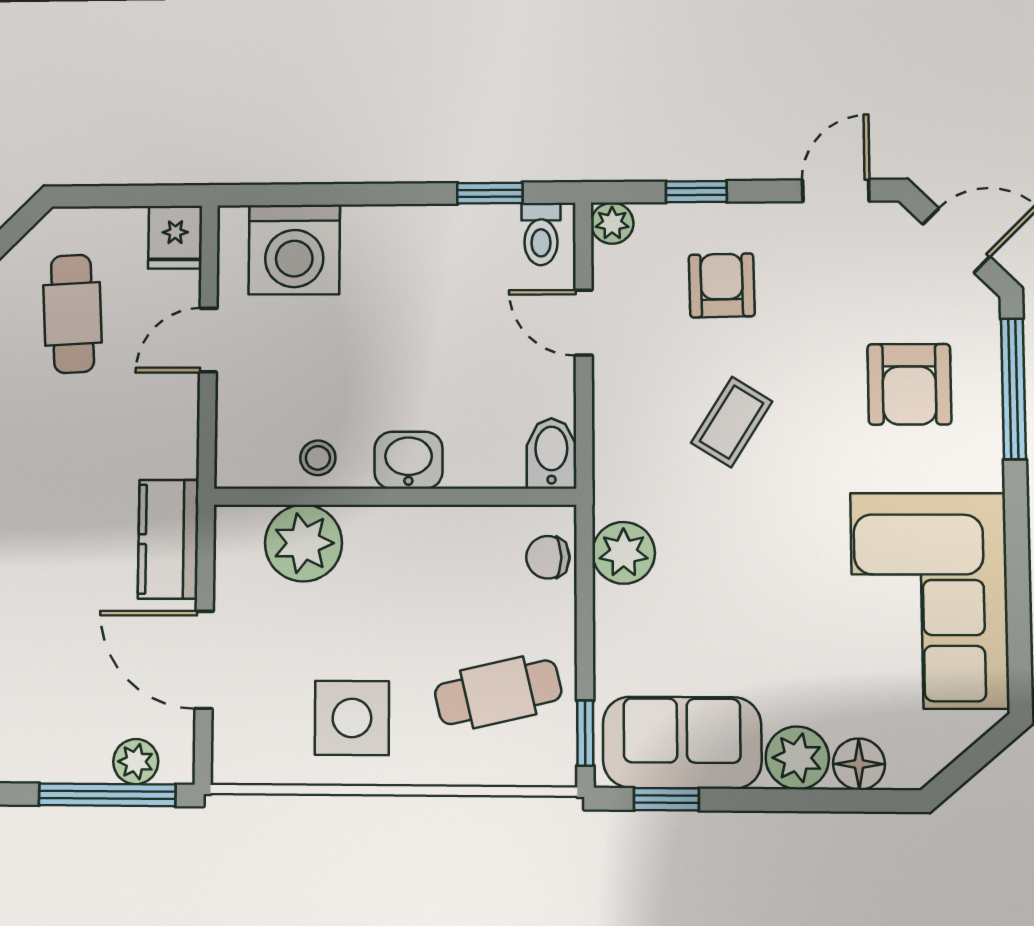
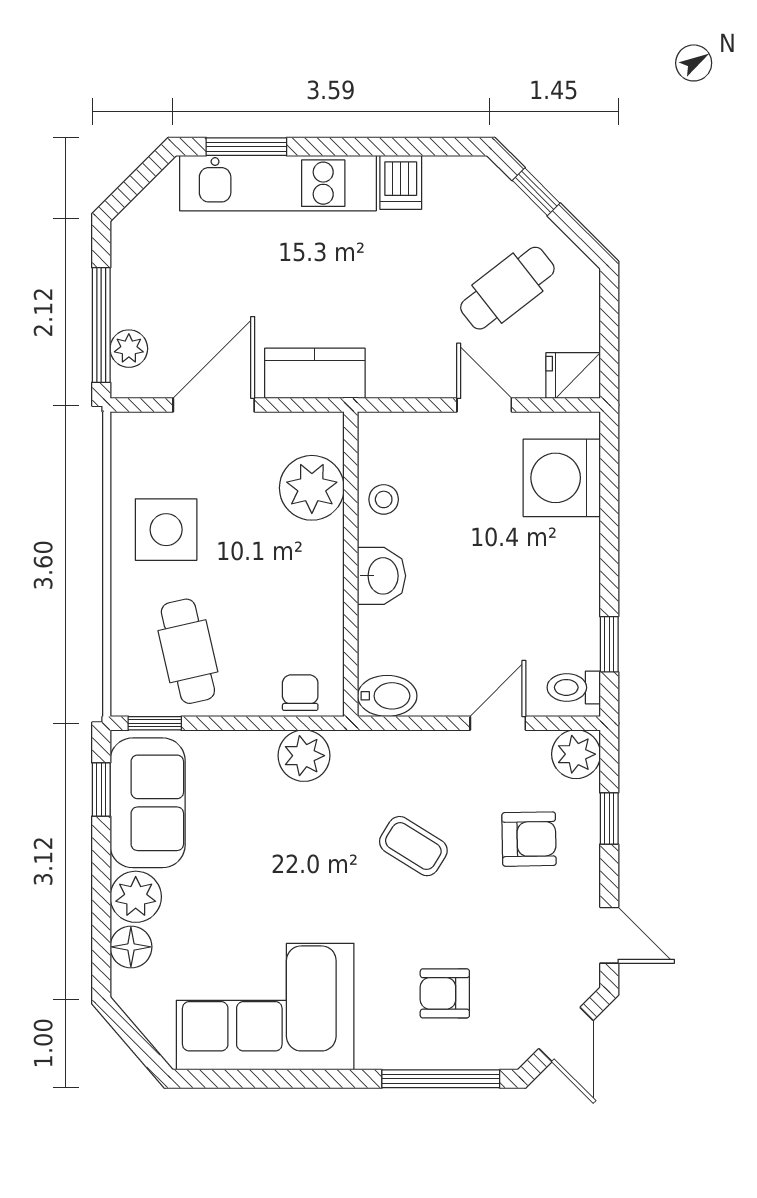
plant: (612, 223) -> (576, 754), width x1.38, depth x1.38
cafe table: (72, 314) -> (507, 288), turned -35
armchair: (909, 384) -> (445, 993), width x0.72, depth x0.72

